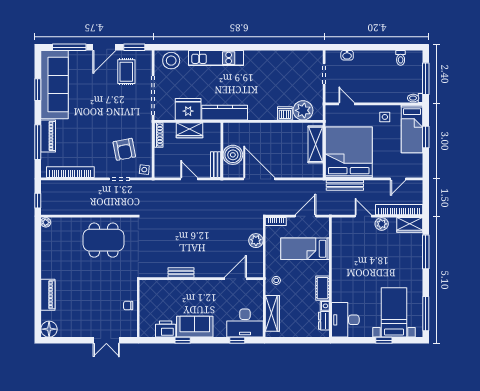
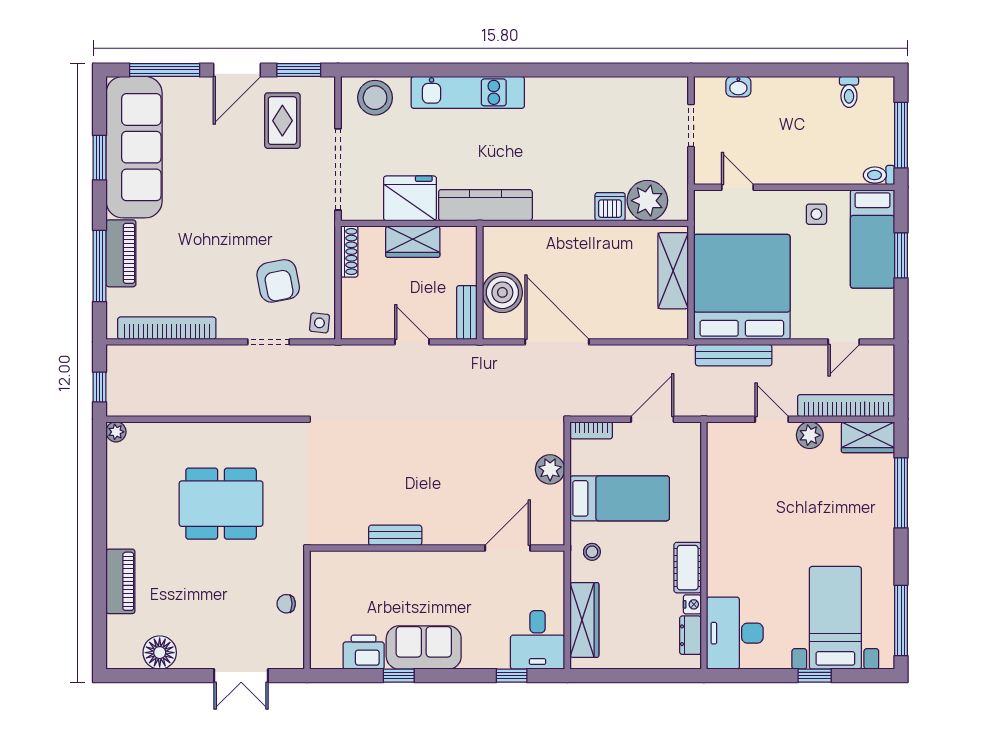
dining table: (104, 240) -> (221, 504), moved
bed: (305, 249) -> (620, 498), moved, turned 180
desk: (245, 323) -> (538, 640), width x0.73
floor lamp: (49, 329) -> (160, 653), moved

